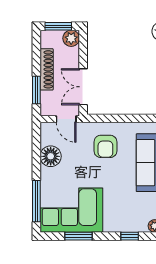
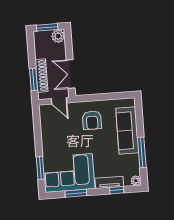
shoe rack: (47, 69) -> (41, 76), moved
floor lamp: (51, 156) -> (49, 131), removed
window: (36, 201) -> (40, 168), width x0.69
tv unit: (121, 226) -> (109, 182), added

